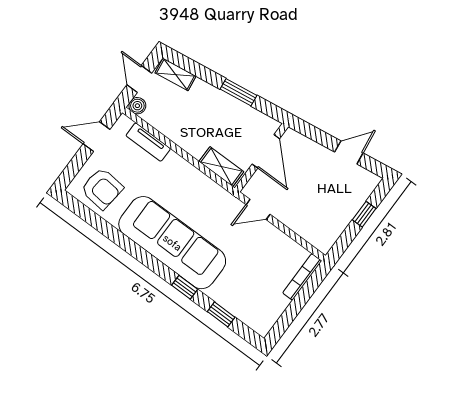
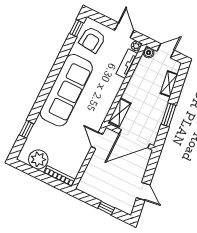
shelving: (175, 74) -> (169, 84), moved
plant: (124, 123) -> (136, 46), added
door: (266, 151) -> (135, 139), width x1.36
window: (185, 287) -> (77, 28), moved
plant: (271, 305) -> (38, 159), added

